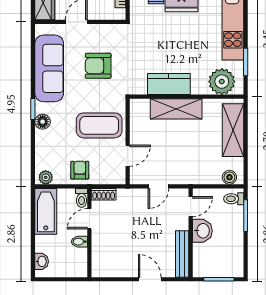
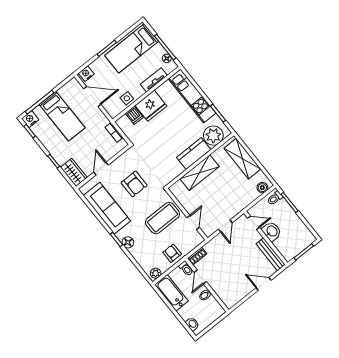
armchair: (98, 66) -> (134, 184), turned -90
kitchen counter: (169, 84) -> (194, 154), moved
door: (191, 207) -> (254, 223), hinge flipped

